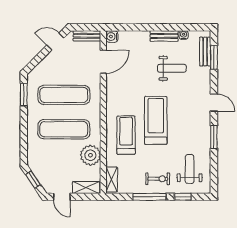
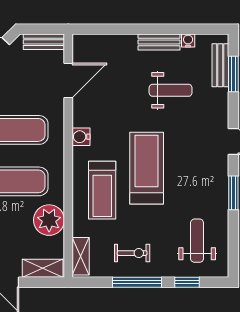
water cooler: (112, 37) -> (81, 137), moved
treadmill: (126, 135) -> (102, 190), turned 180
exercise bike: (158, 179) -> (132, 253), moved

